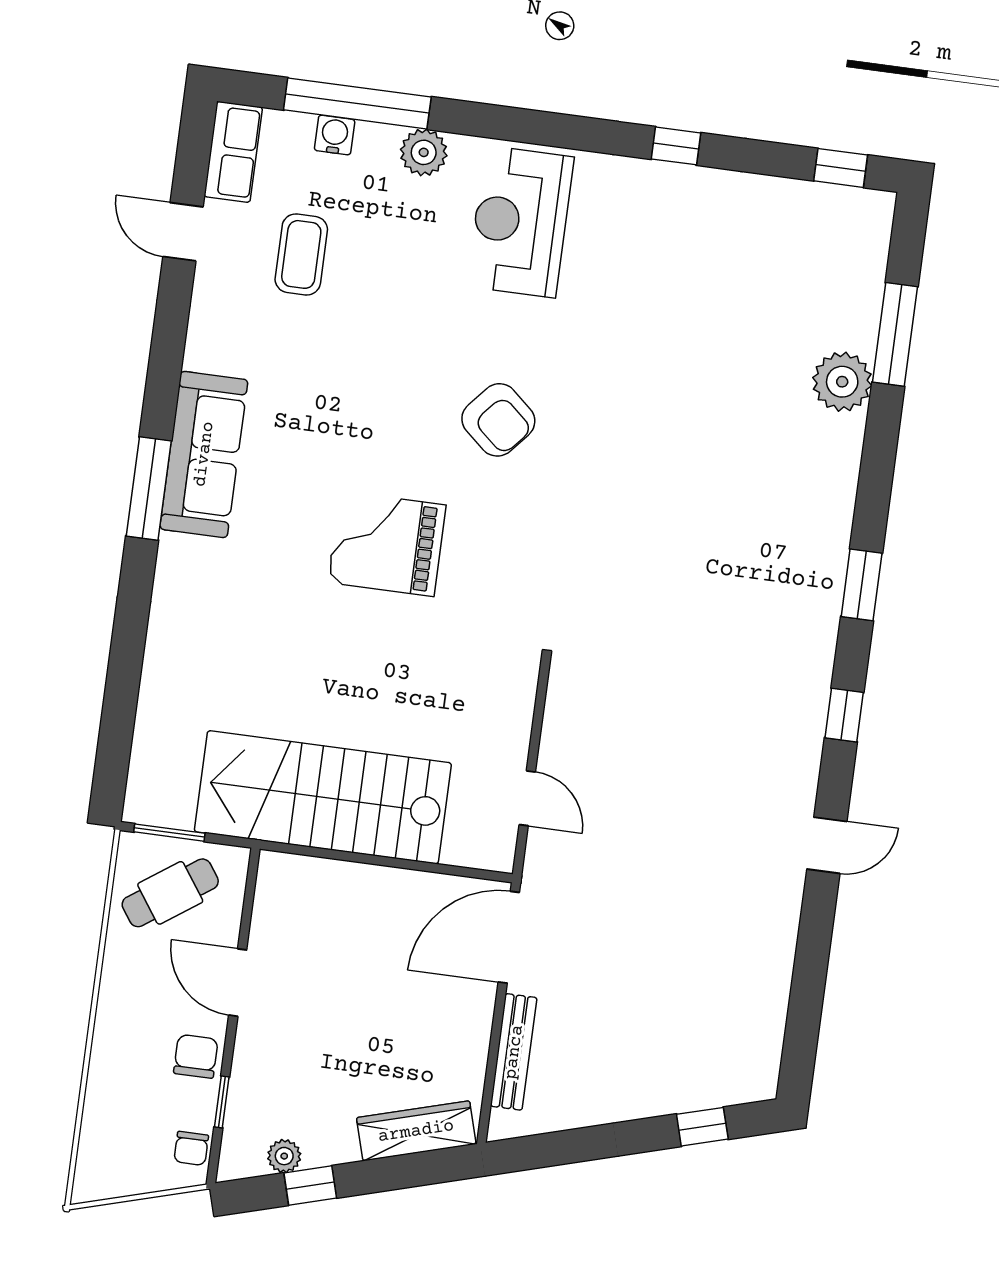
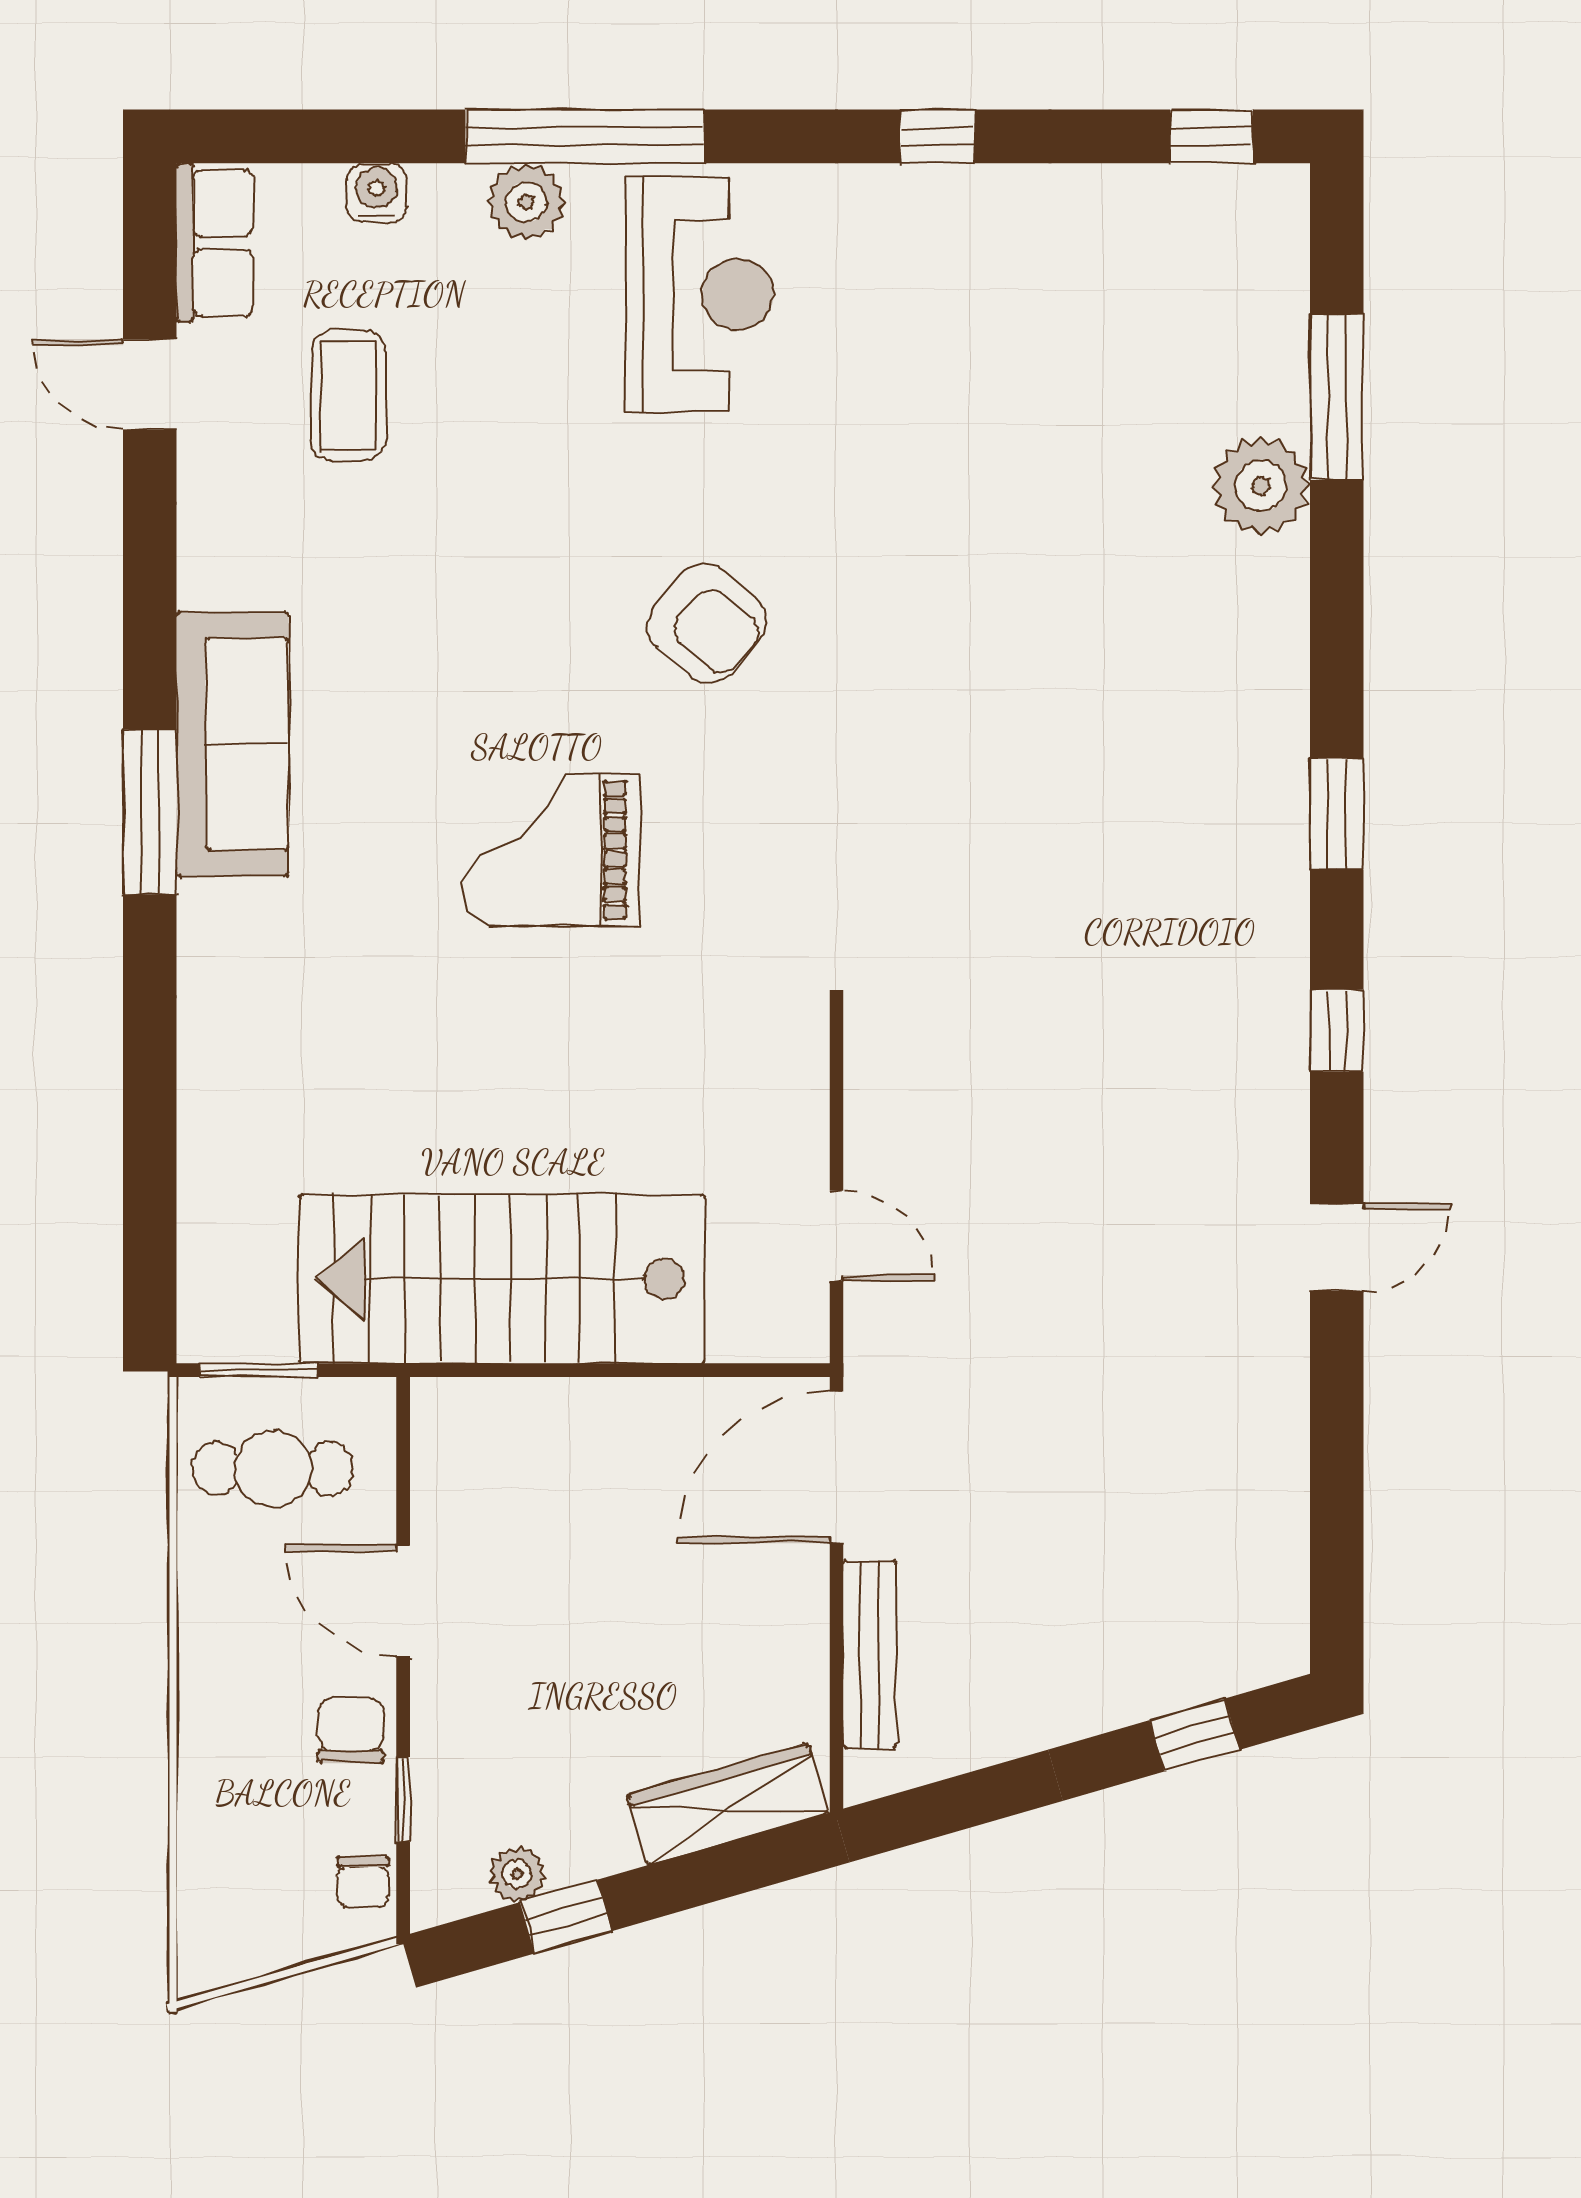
window: (357, 103) -> (585, 136), moved
reception desk: (520, 222) -> (699, 294), turned 180
cafe table: (170, 893) -> (273, 1469), turned 35

